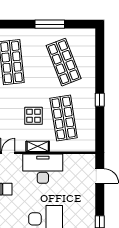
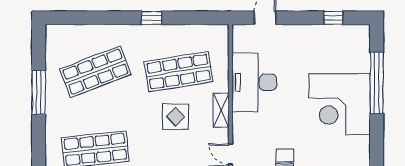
desk: (43, 169) -> (254, 82), moved

